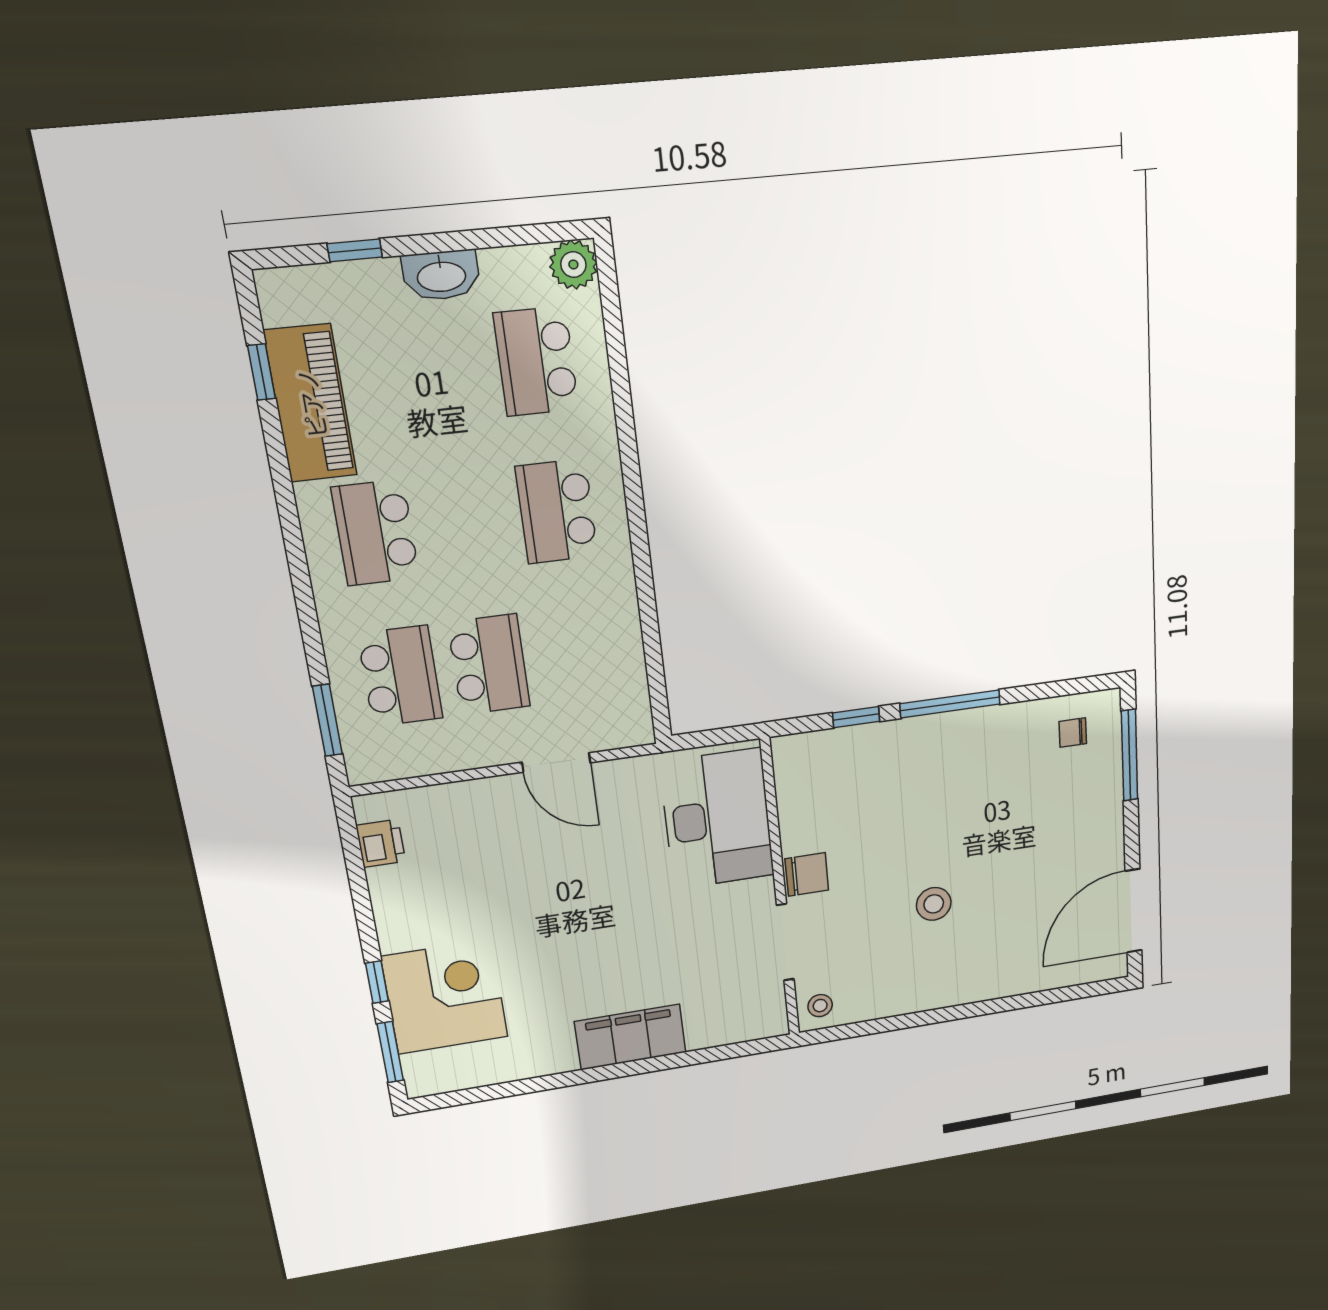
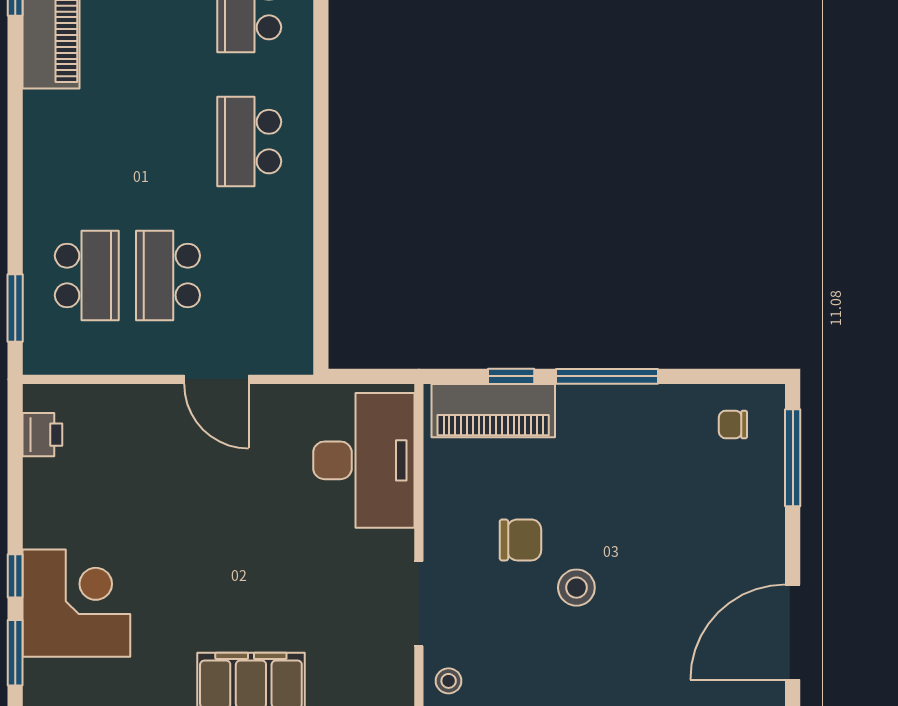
school desk: (376, 533) -> (87, 142), removed
school desk: (489, 665) -> (168, 276), turned 180
piano: (841, 753) -> (493, 411), added
chair: (807, 874) -> (520, 540), moved

